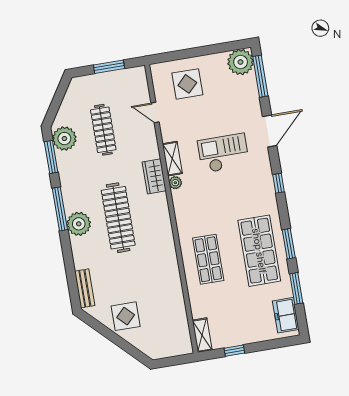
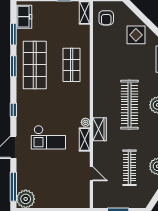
display table: (187, 84) -> (65, 190), removed
armchair: (171, 333) -> (106, 18), added

